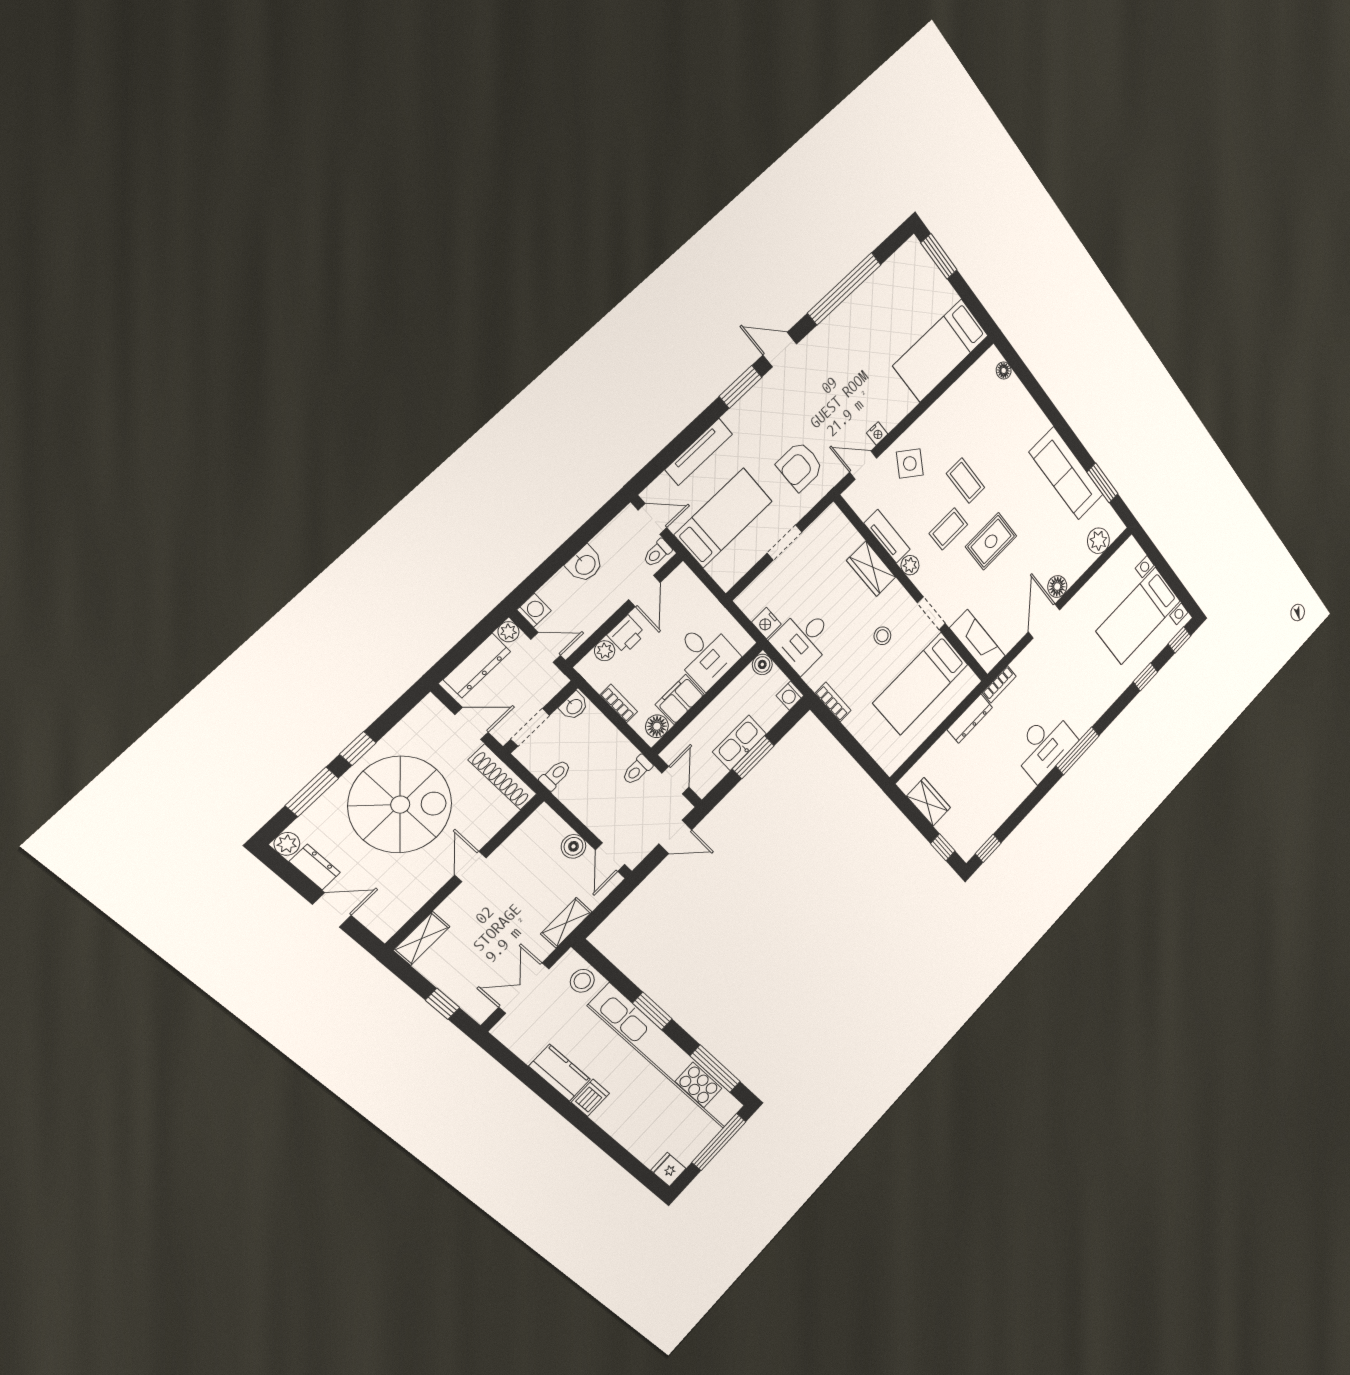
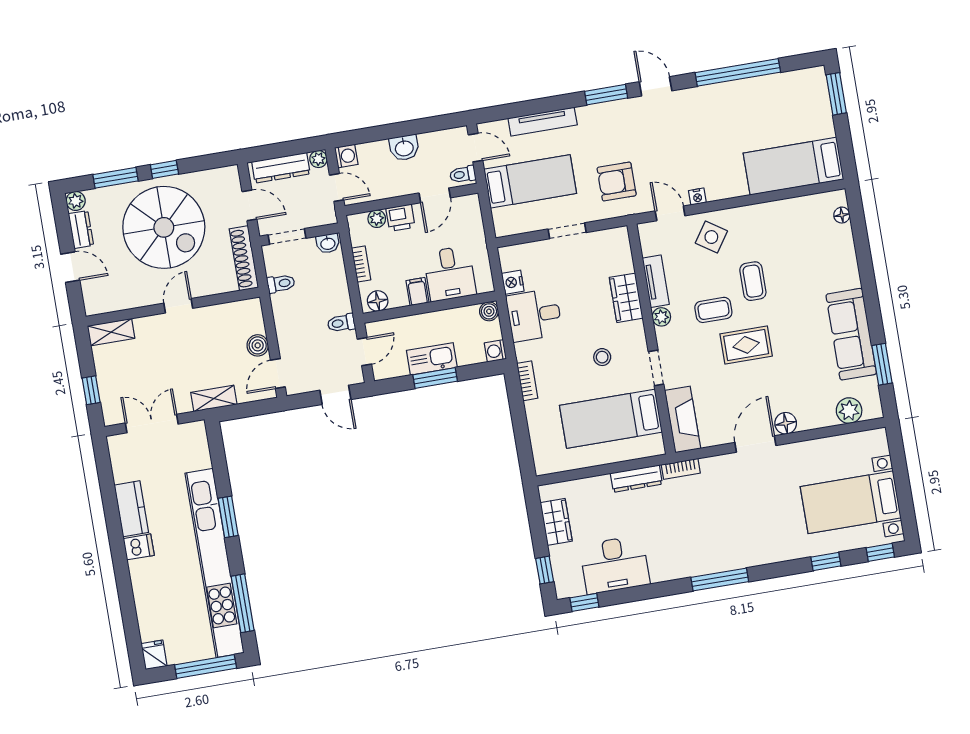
filing cabinet: (680, 699) -> (418, 292), width x0.50
desk: (1044, 746) -> (615, 565), moved
stool: (582, 981) -> (195, 451), removed

